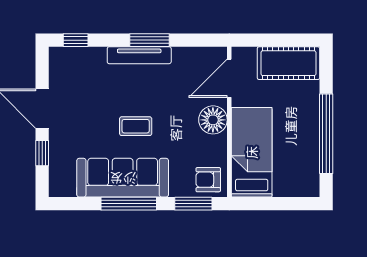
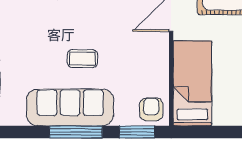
floor lamp: (213, 120) -> (156, 53), removed
armchair: (208, 180) -> (151, 109), turned 90

